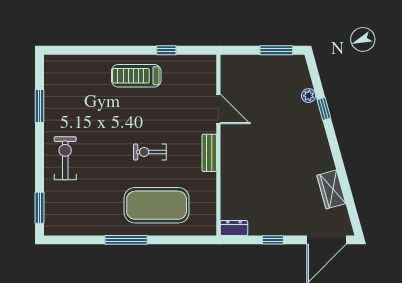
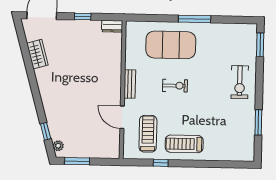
treadmill: (136, 76) -> (184, 144), turned 180
treadmill: (184, 88) -> (148, 134), added
plant: (309, 96) -> (58, 146), moved
window: (324, 109) -> (46, 131), moved

